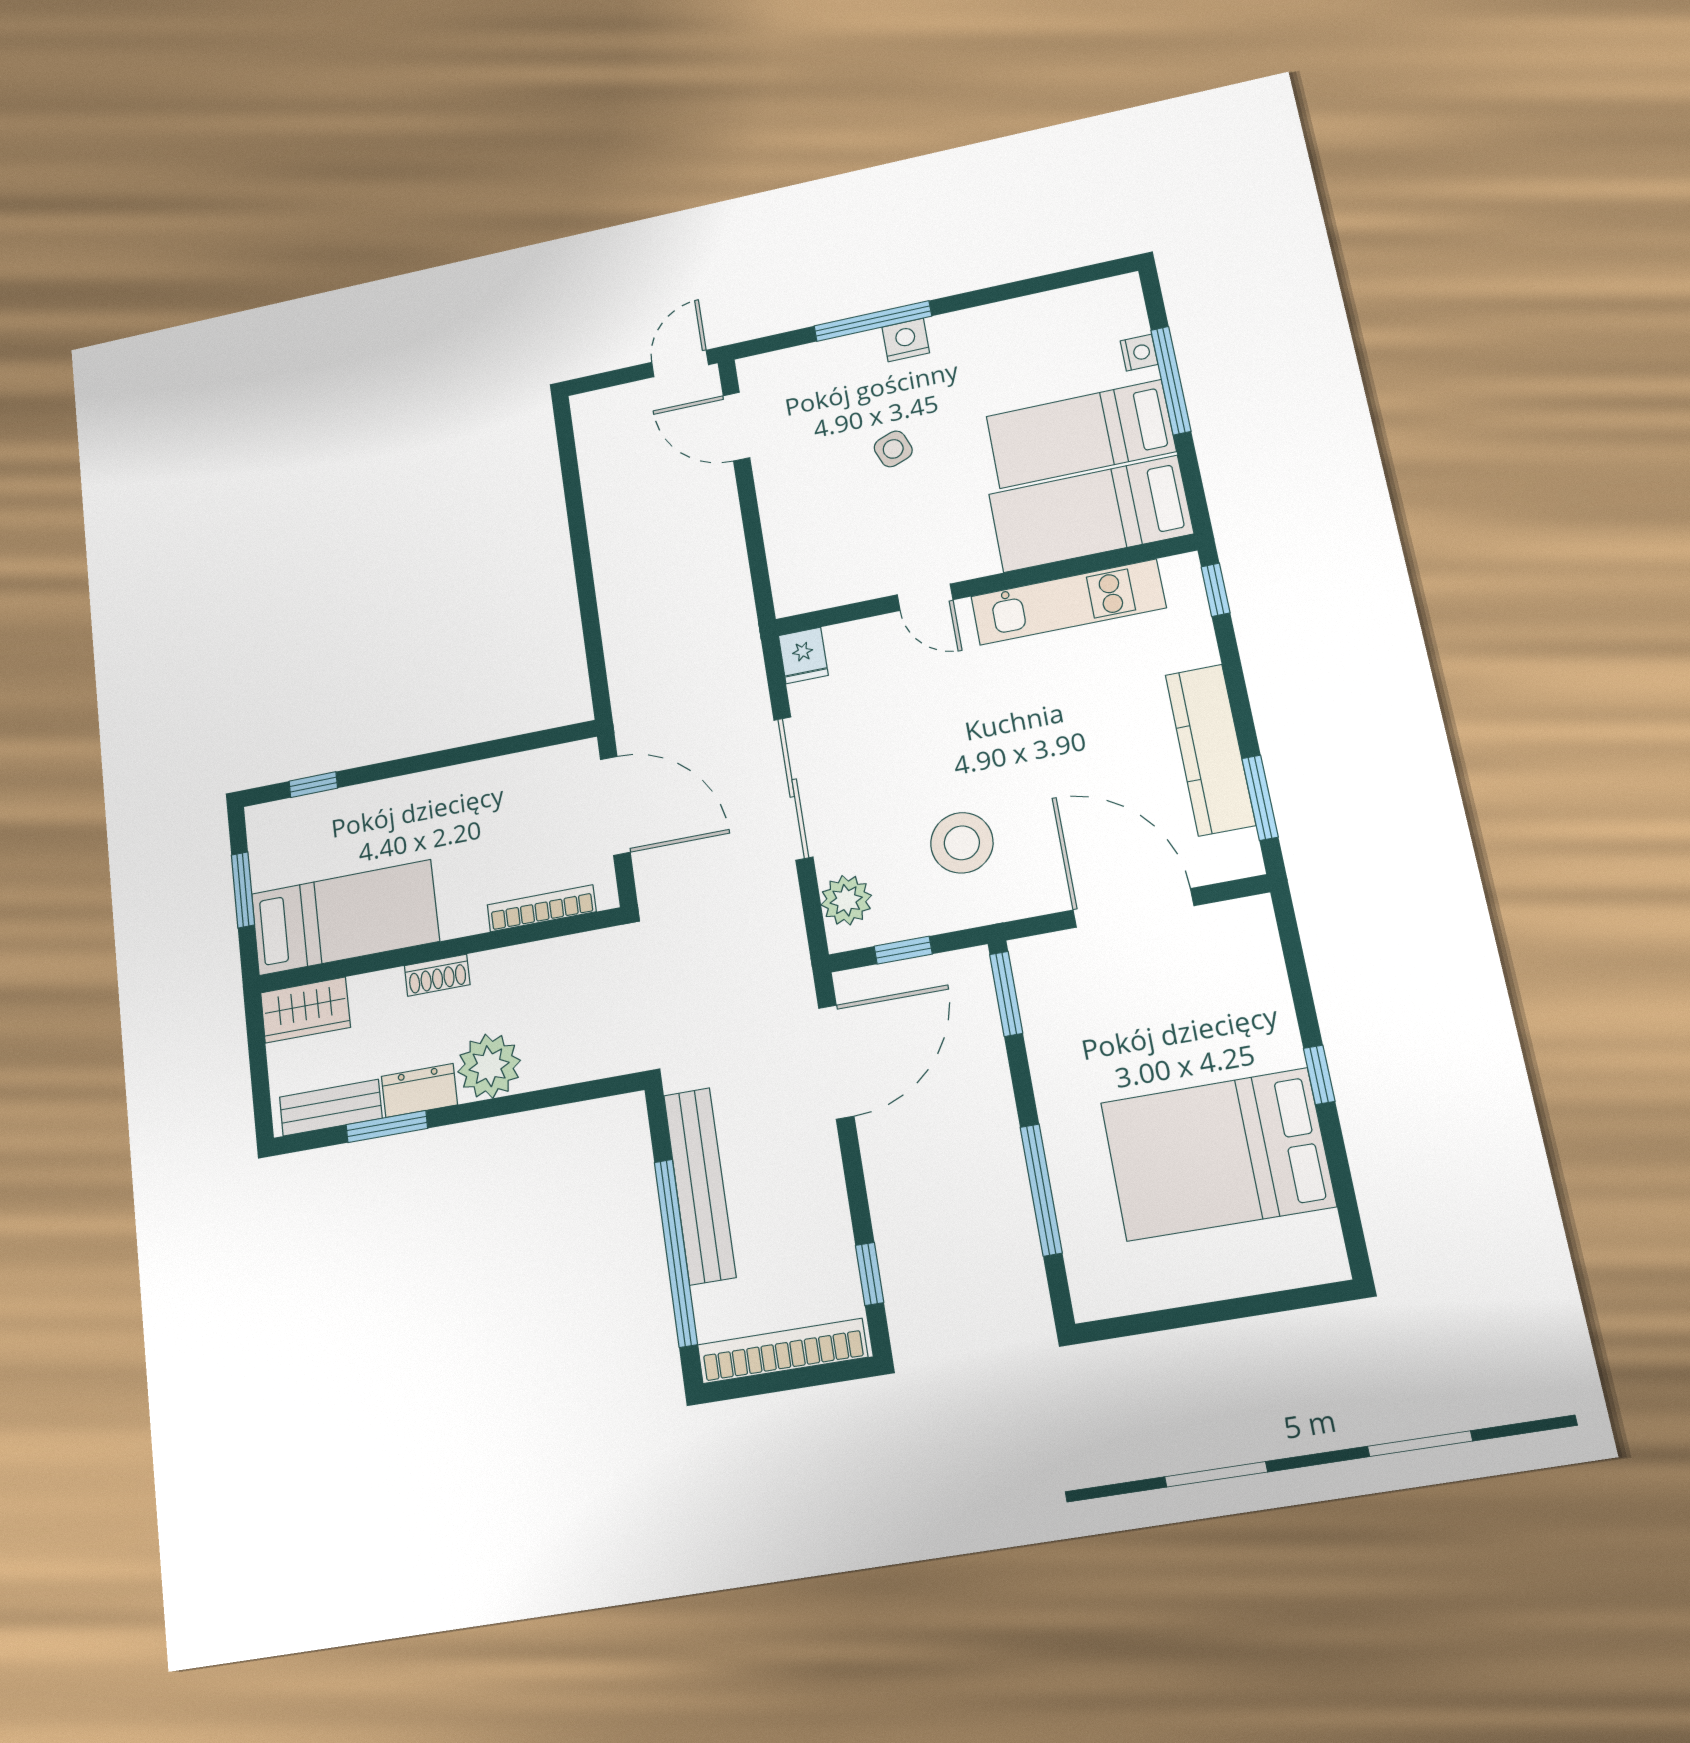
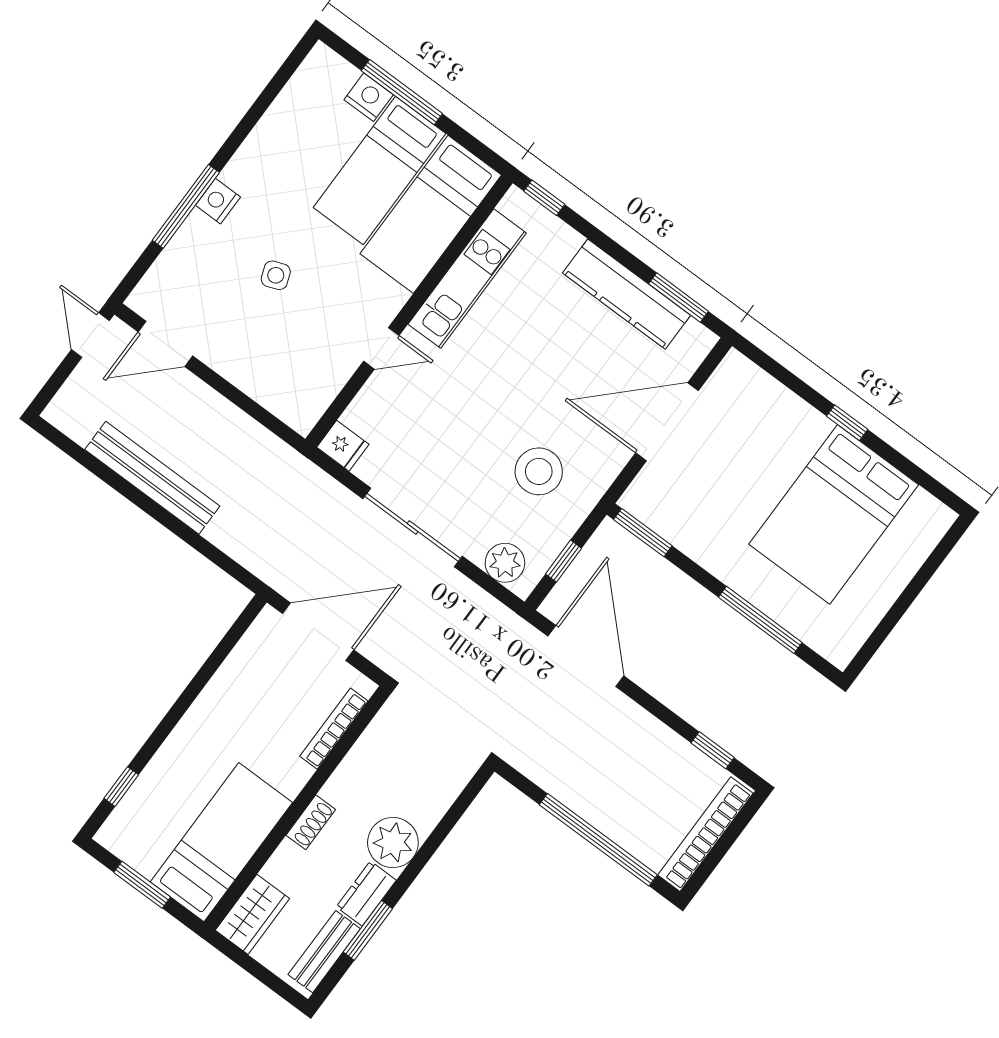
nightstand: (1139, 353) -> (369, 97), width x1.39, depth x1.35
bench: (700, 1186) -> (152, 478), moved

